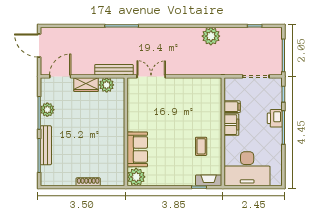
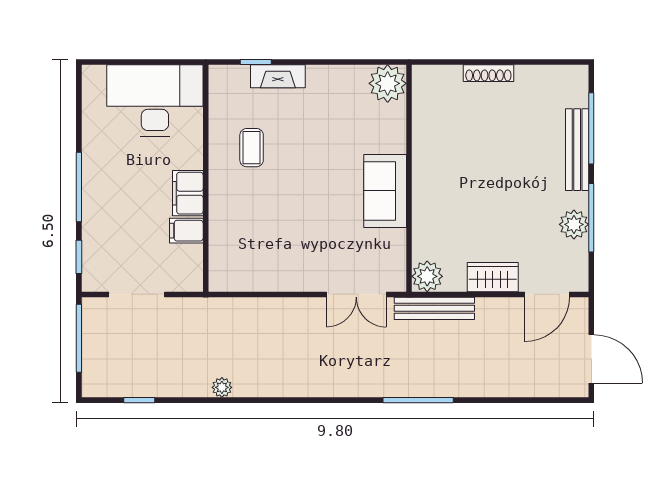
plant: (211, 36) -> (222, 387), width x0.53, depth x0.53
plant: (107, 85) -> (427, 276), moved
printer: (275, 118) -> (97, 206), removed
sofa: (137, 149) -> (385, 191), moved
fireplace: (209, 180) -> (278, 76), moved

